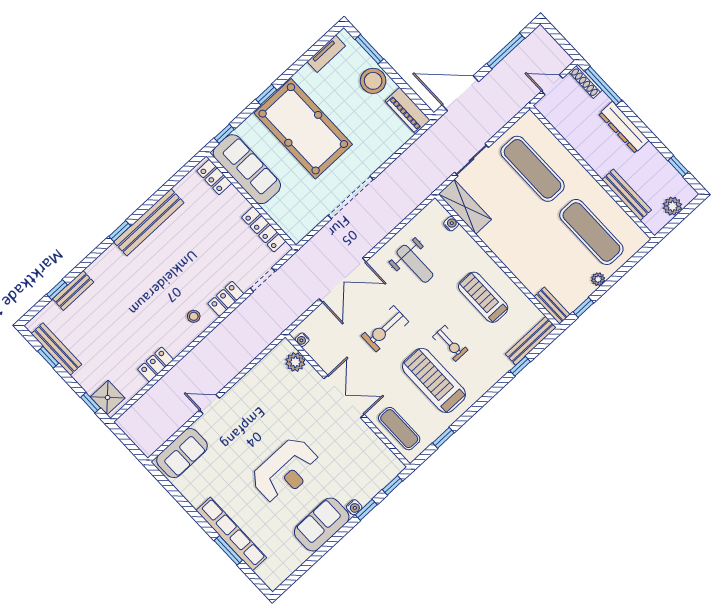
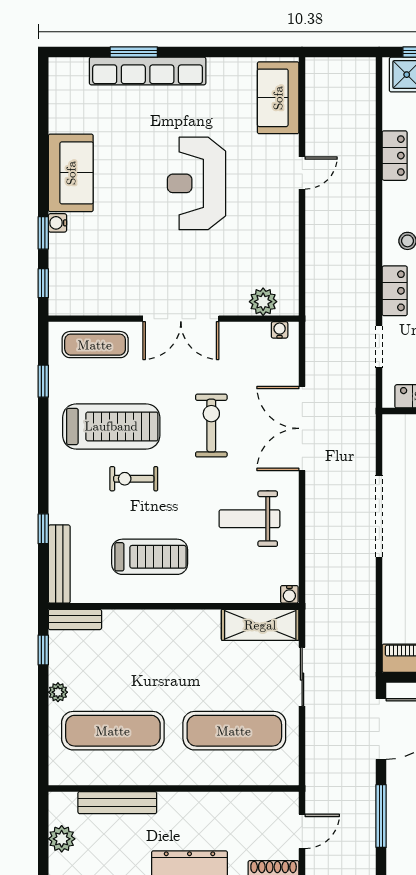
water cooler: (451, 224) -> (289, 594), moved
reception desk: (286, 471) -> (196, 183), moved

